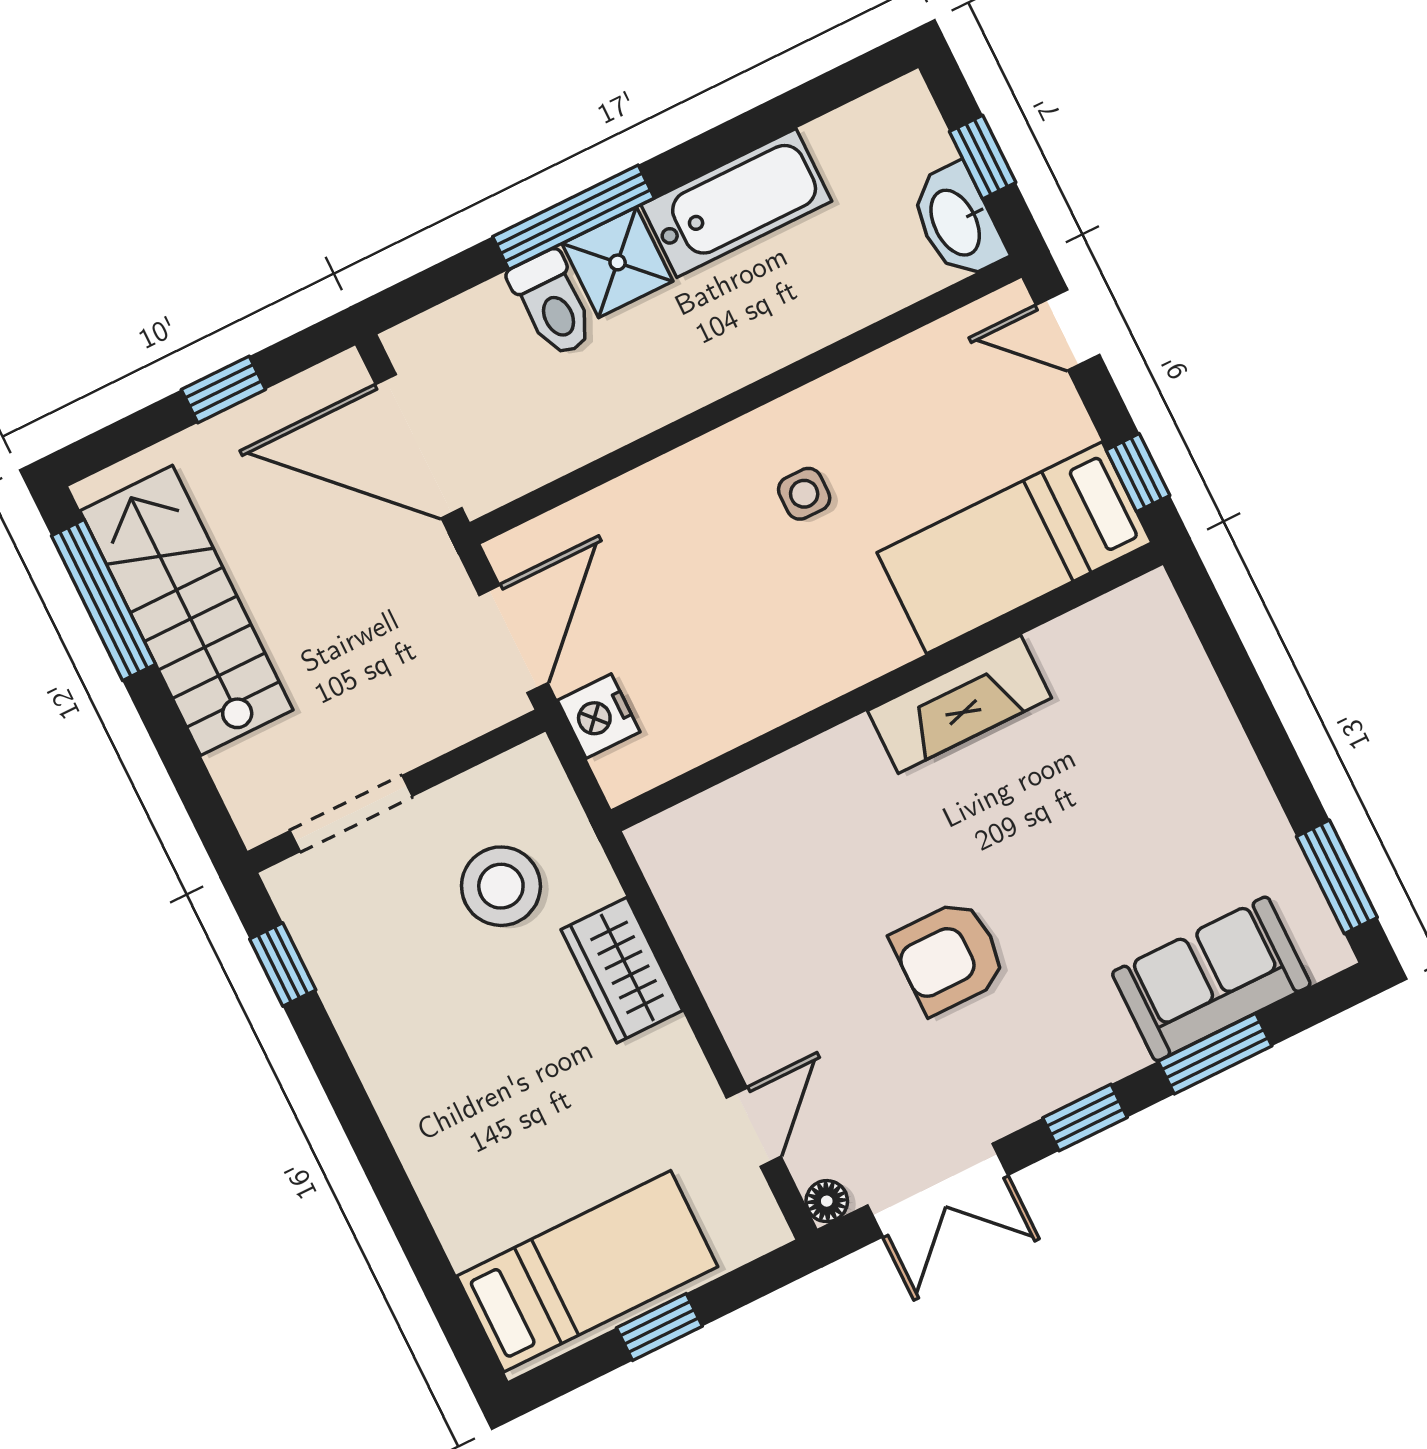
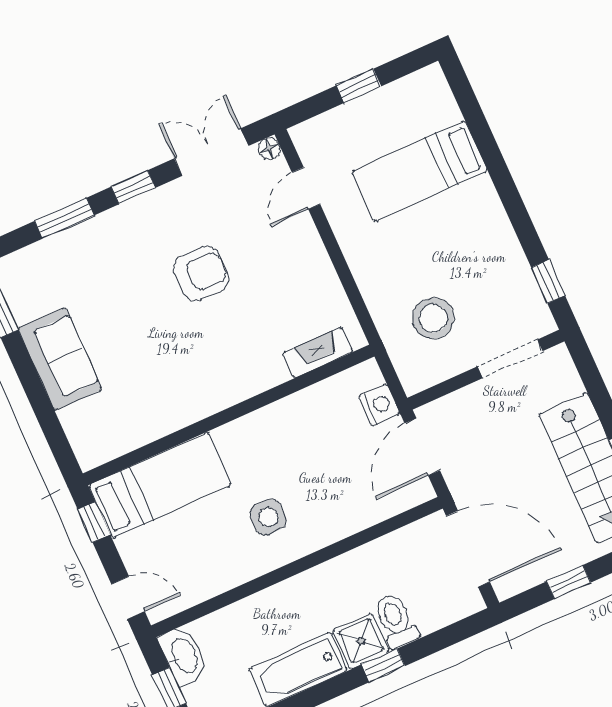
window: (573, 217) -> (383, 665), width x0.46
side table: (804, 494) -> (268, 517), width x1.37, depth x1.37
fireplace: (959, 704) -> (318, 353), moved, width x0.73, depth x0.76
wardrobe: (622, 970) -> (372, 272), removed
sofa: (1211, 979) -> (60, 359), moved, turned -90
bed: (587, 1271) -> (420, 171), moved

